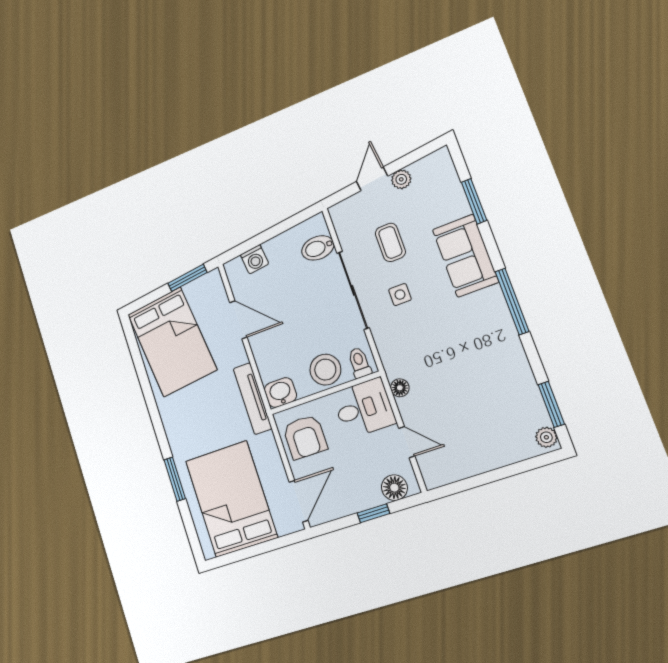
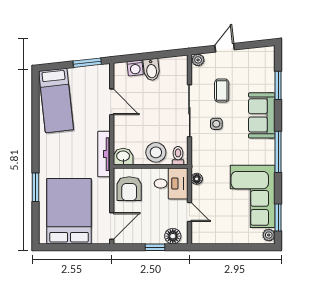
plant: (401, 179) -> (198, 60), moved
bidet: (318, 248) -> (151, 70), moved, turned -96
bed: (172, 342) -> (56, 100), width x0.67
corner sofa: (497, 385) -> (253, 196), added

